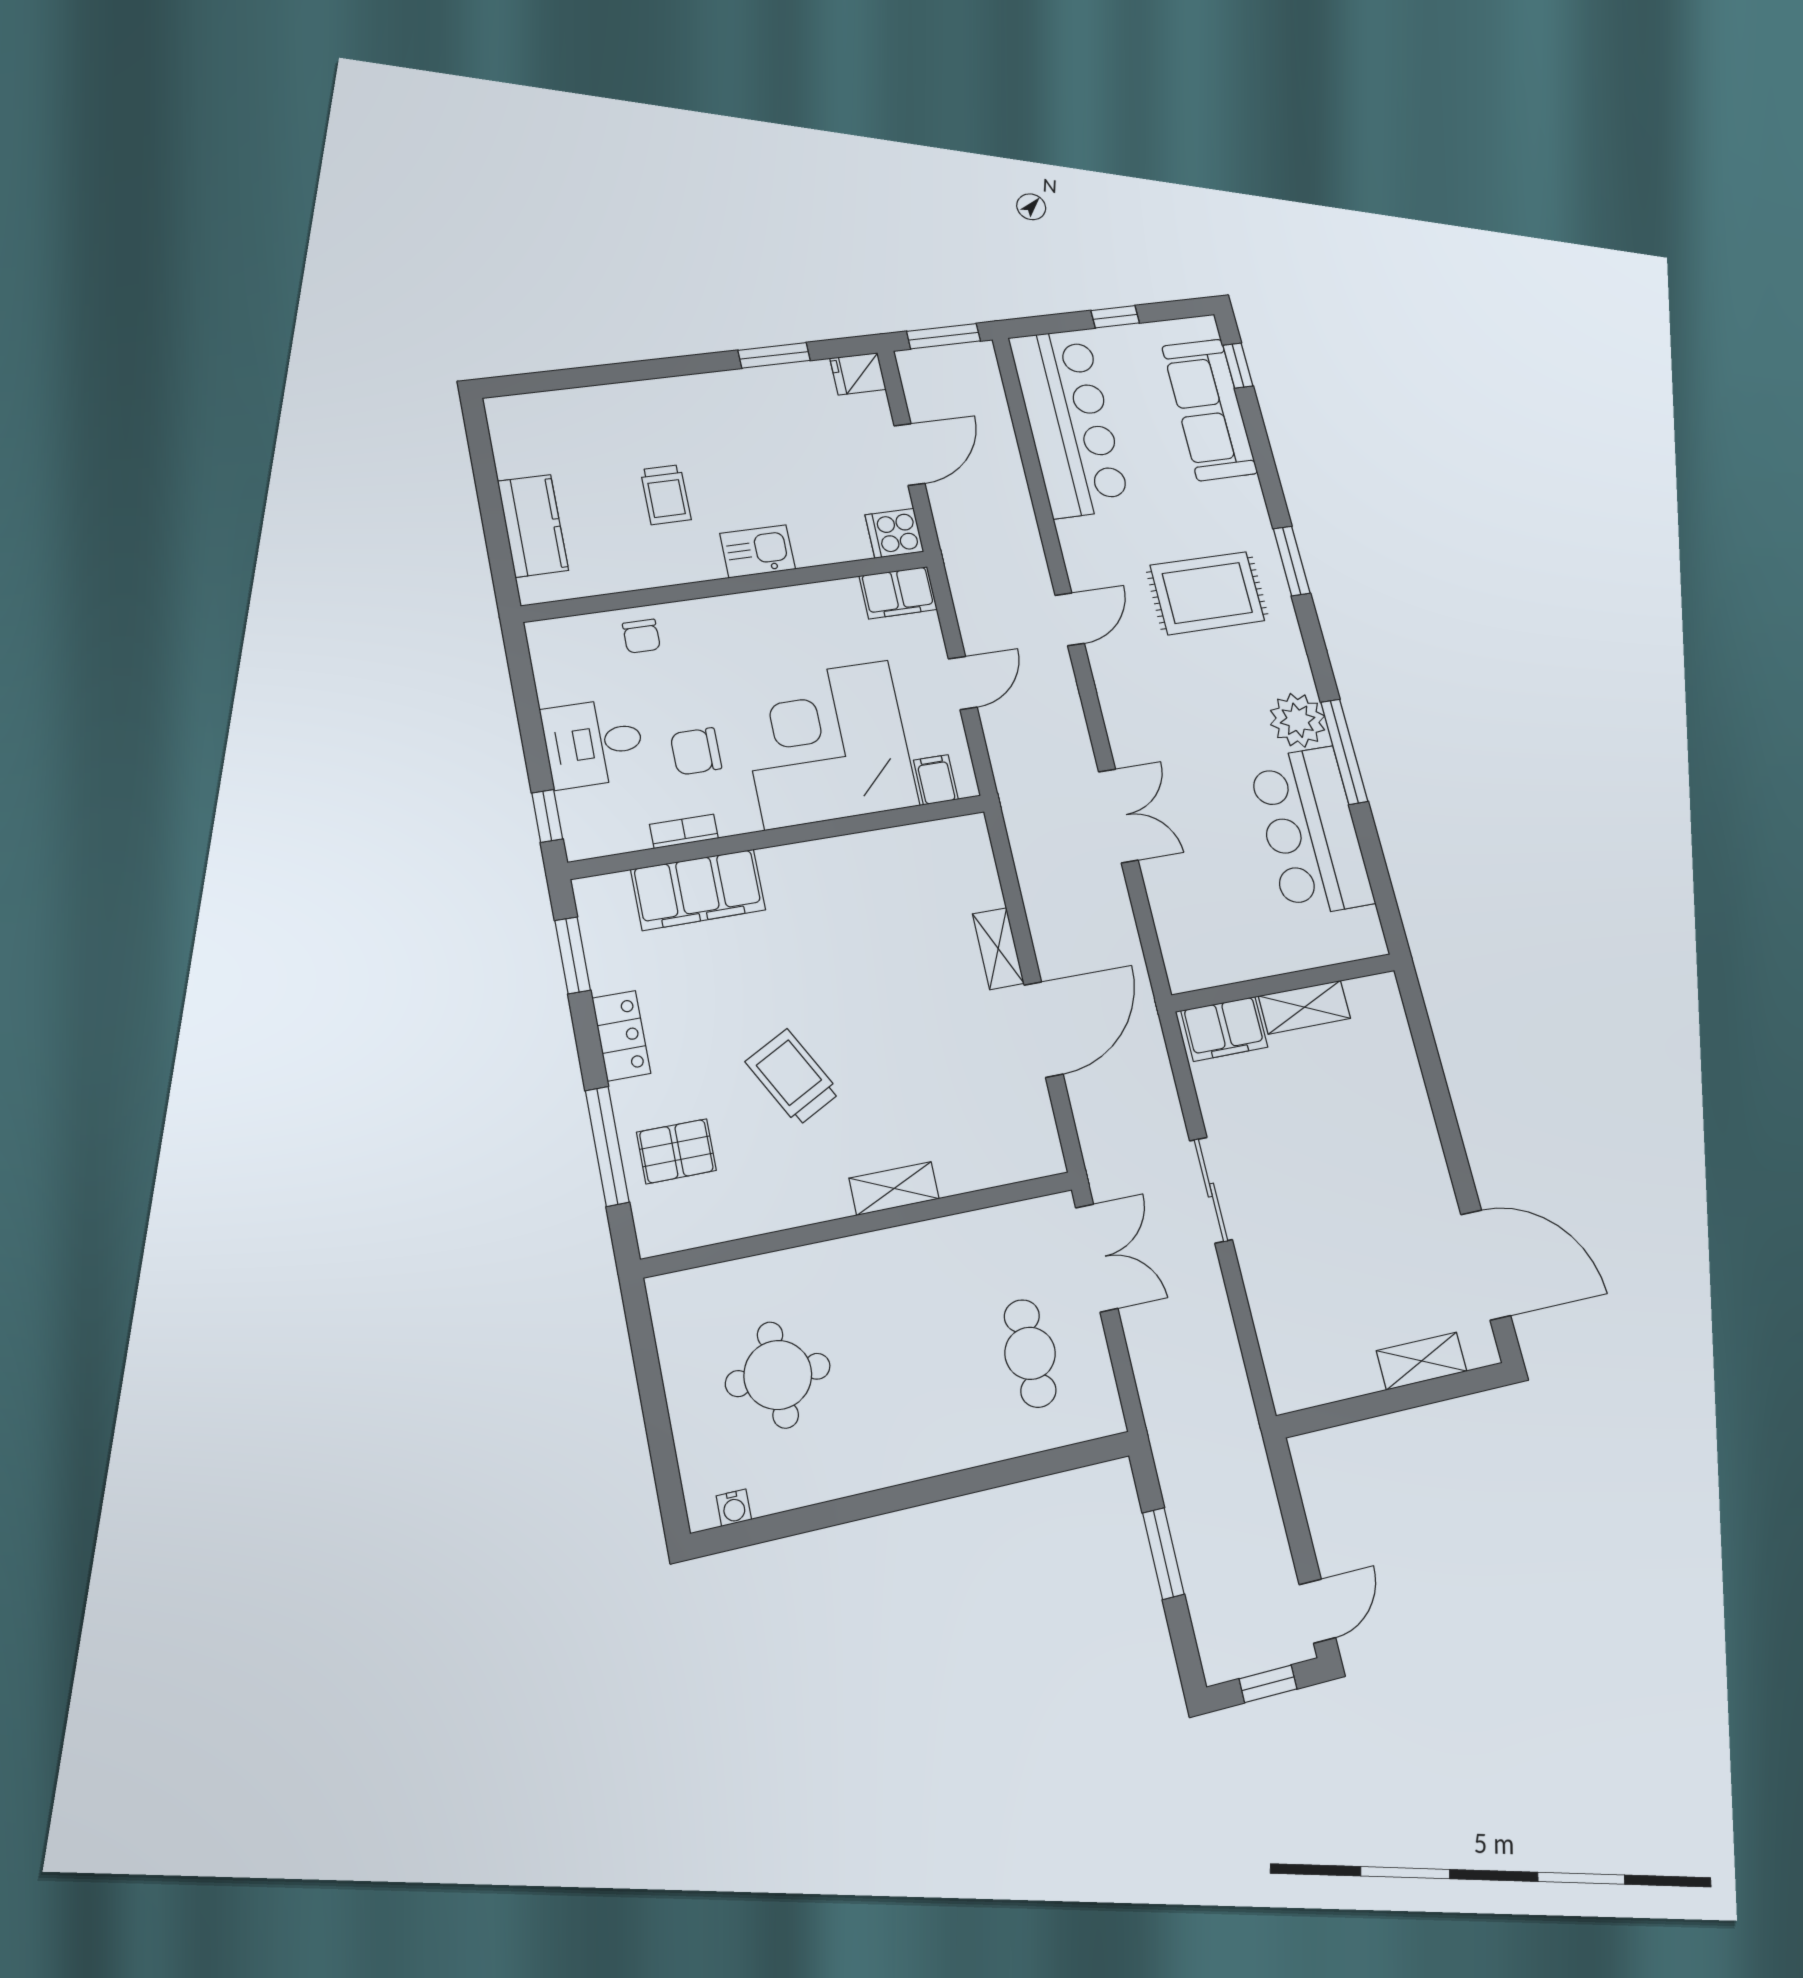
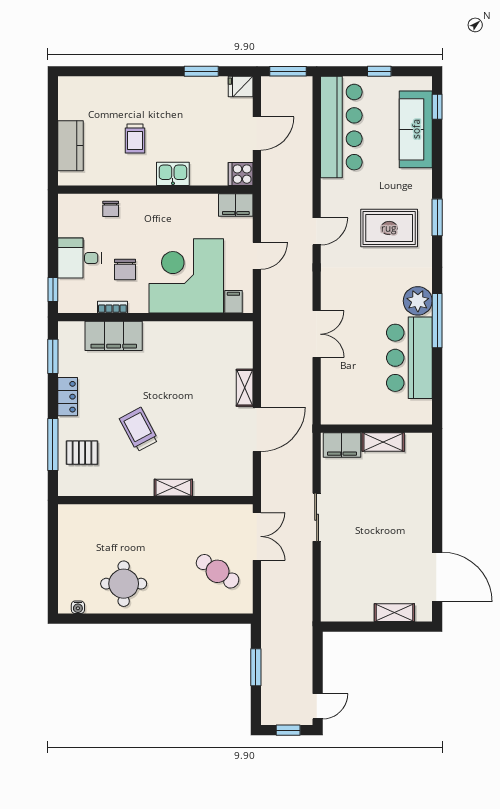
chair: (696, 751) -> (125, 270), turned -90
cafe table: (1030, 1353) -> (218, 571), turned -56
round table: (778, 1375) -> (124, 584), moved

